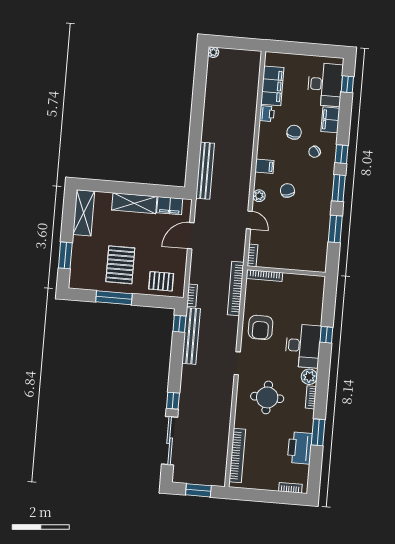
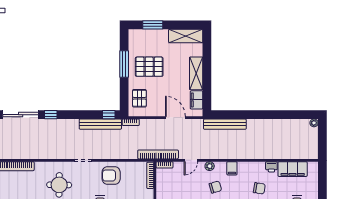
bookcase: (236, 288) -> (158, 154), moved

